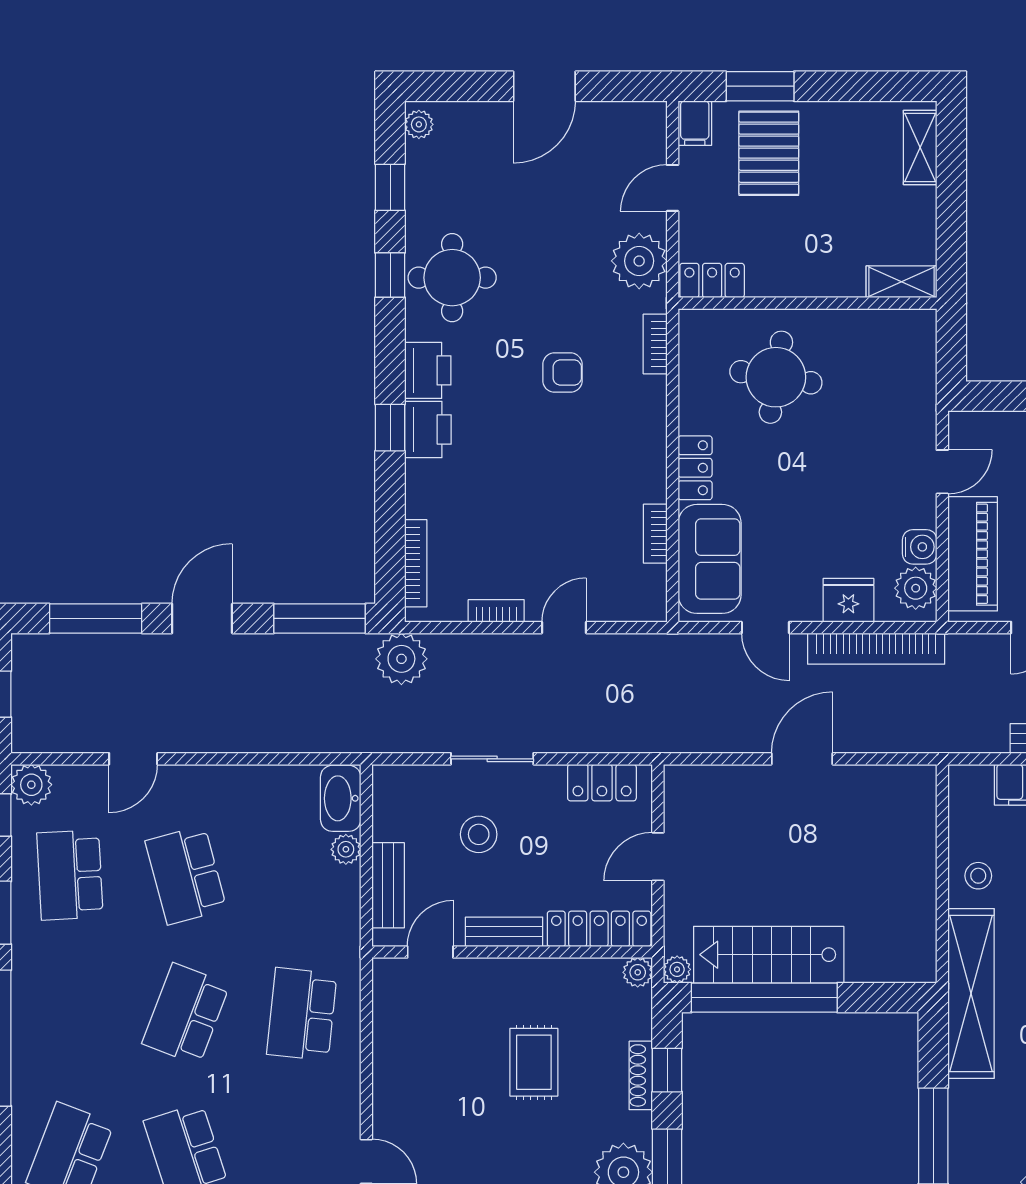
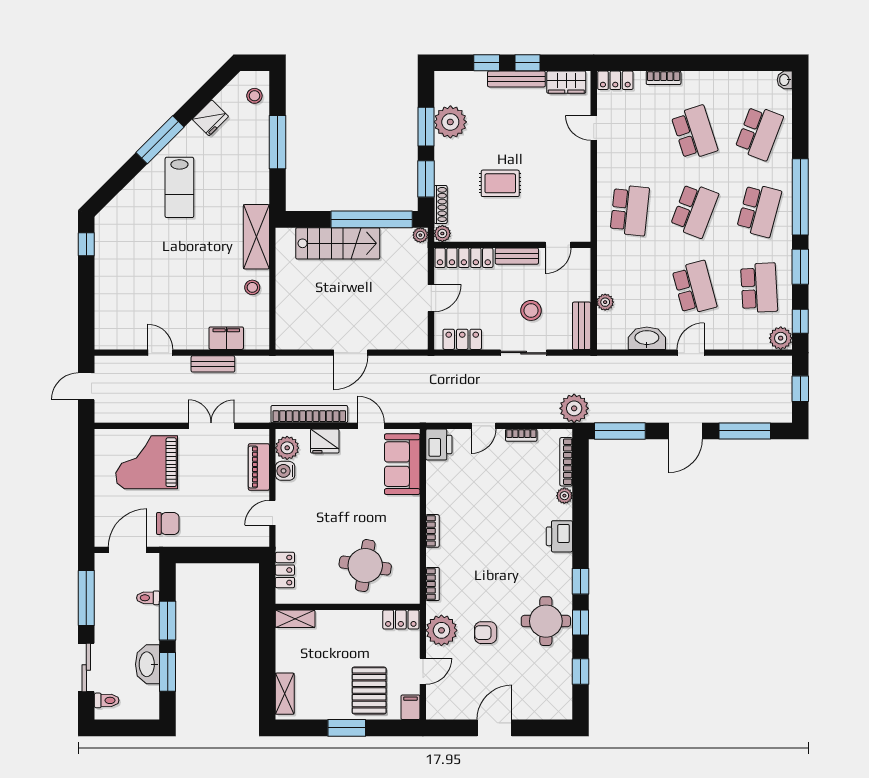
window: (760, 86) -> (347, 728), moved
plant: (419, 124) -> (564, 496), moved
printer: (428, 370) -> (439, 445), moved, turned 180
armchair: (562, 373) -> (486, 633), moved
window: (390, 428) -> (581, 581), moved
locker: (695, 468) -> (285, 570), moved, turned 180
bookcase: (655, 534) -> (433, 531), moved
piano: (973, 554) -> (259, 467), width x0.73, depth x0.75
door: (133, 759) -> (691, 353), moved
washbasin: (341, 798) -> (647, 338), moved, turned -90
bench: (388, 885) -> (582, 326), moved
stairs: (769, 955) -> (338, 243), moved
shelving: (971, 993) -> (256, 237), width x0.68
school desk: (70, 1014) -> (759, 210), added
rug: (534, 1062) -> (500, 183), turned 90
window: (667, 1070) -> (426, 179), width x1.50
shoe rack: (641, 1075) -> (441, 204), moved

